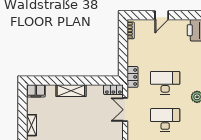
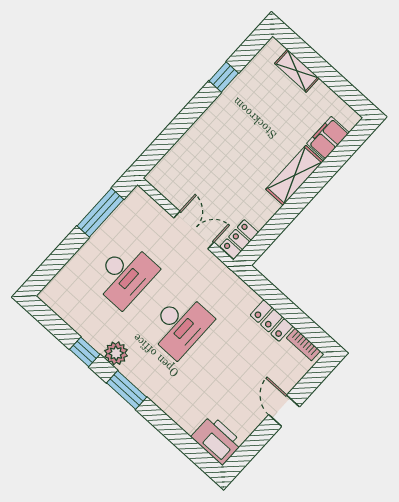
locker: (133, 77) -> (272, 321), moved
filing cabinet: (36, 91) -> (328, 138), moved

